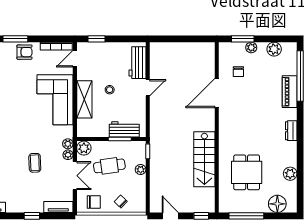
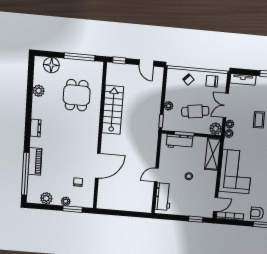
shelving: (84, 99) -> (213, 154), moved

